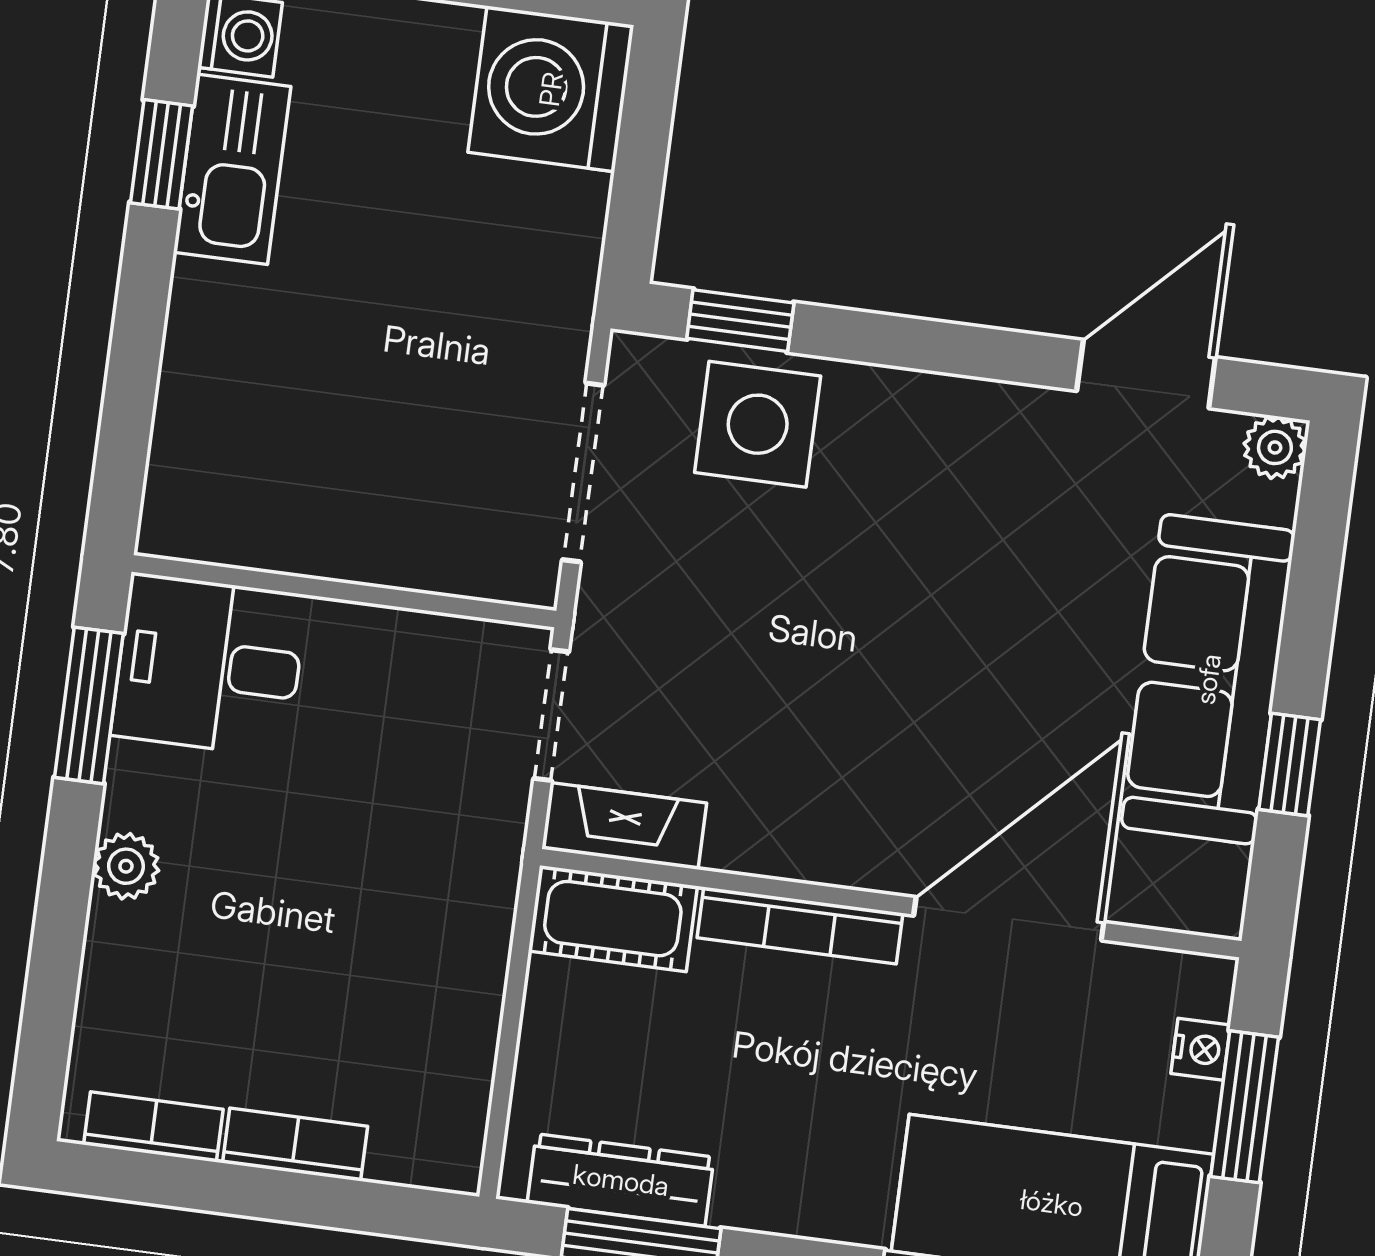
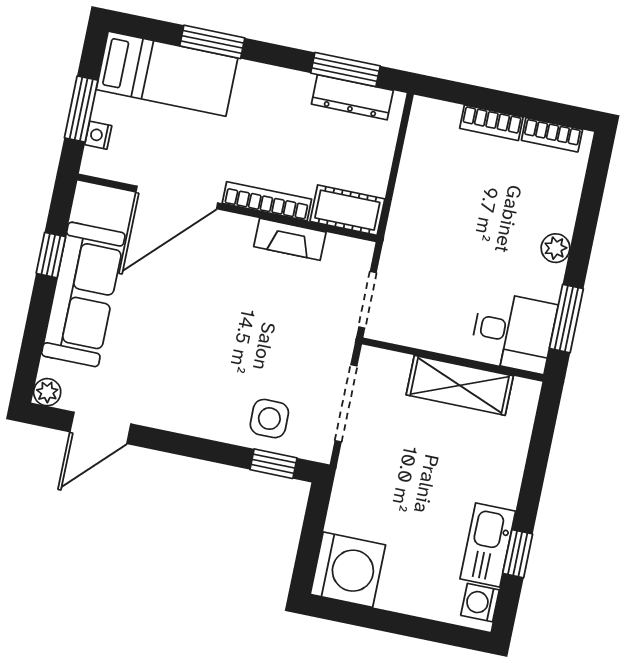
side table: (758, 424) -> (269, 419), width x0.73, depth x0.73
shelving: (324, 533) -> (460, 385), added
fireplace: (624, 826) -> (290, 239), moved

